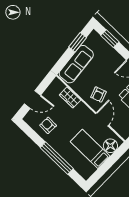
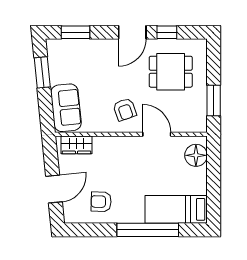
sofa: (76, 64) -> (66, 108), width x0.73
wardrobe: (70, 97) -> (76, 145), moved
bed: (90, 149) -> (176, 209), moved

